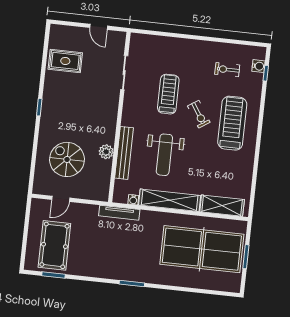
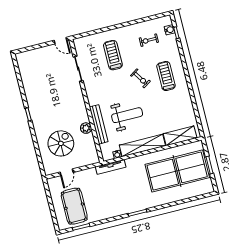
door: (99, 27) -> (61, 41), moved
rug: (65, 61) -> (34, 76), removed
treadmill: (168, 94) -> (113, 55), moved
treadmill: (232, 123) -> (166, 76), width x0.73, depth x0.73
weight bench: (164, 155) -> (127, 115), turned -90
spiral stairs: (67, 159) -> (61, 143), turned 90

